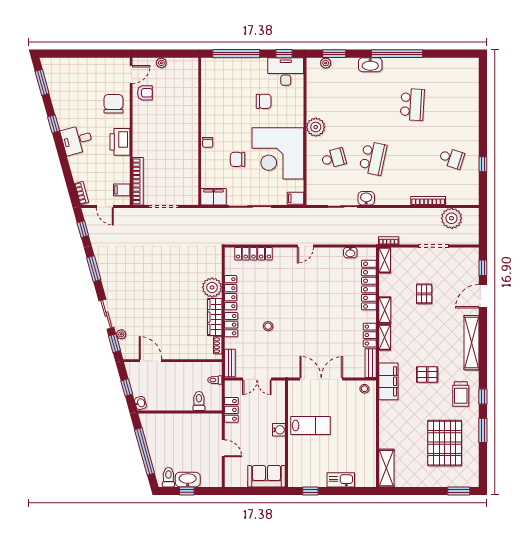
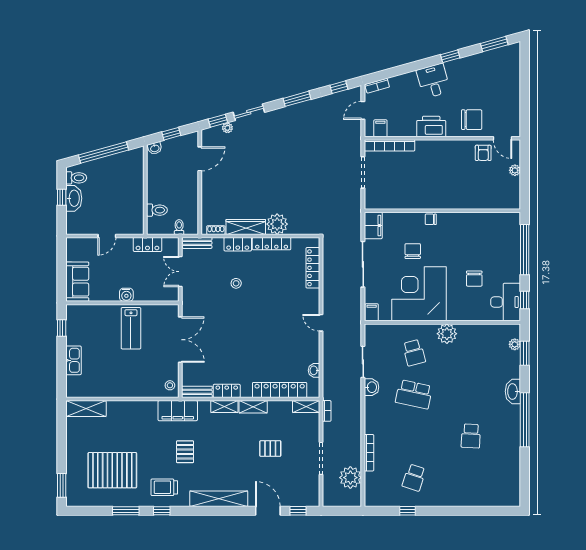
school desk: (412, 105) -> (471, 436), width x0.54

